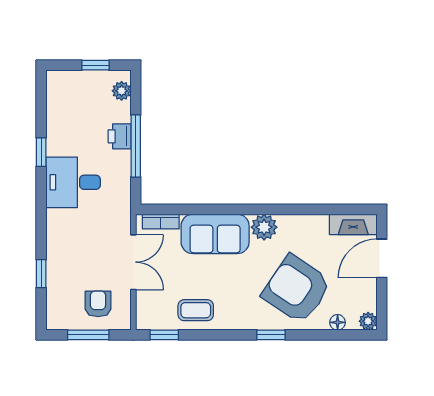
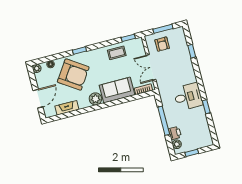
printer: (120, 136) -> (175, 133), moved
fireplace: (353, 224) -> (67, 108), moved

